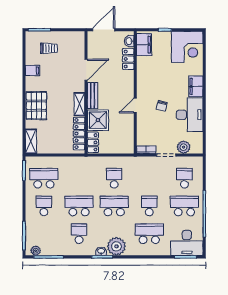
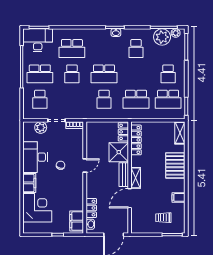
corner desk: (187, 47) -> (37, 208), moved, turned 90
shelving: (79, 104) -> (136, 178), moved
school desk: (79, 206) -> (136, 99), moved
plant: (116, 246) -> (162, 37), moved

